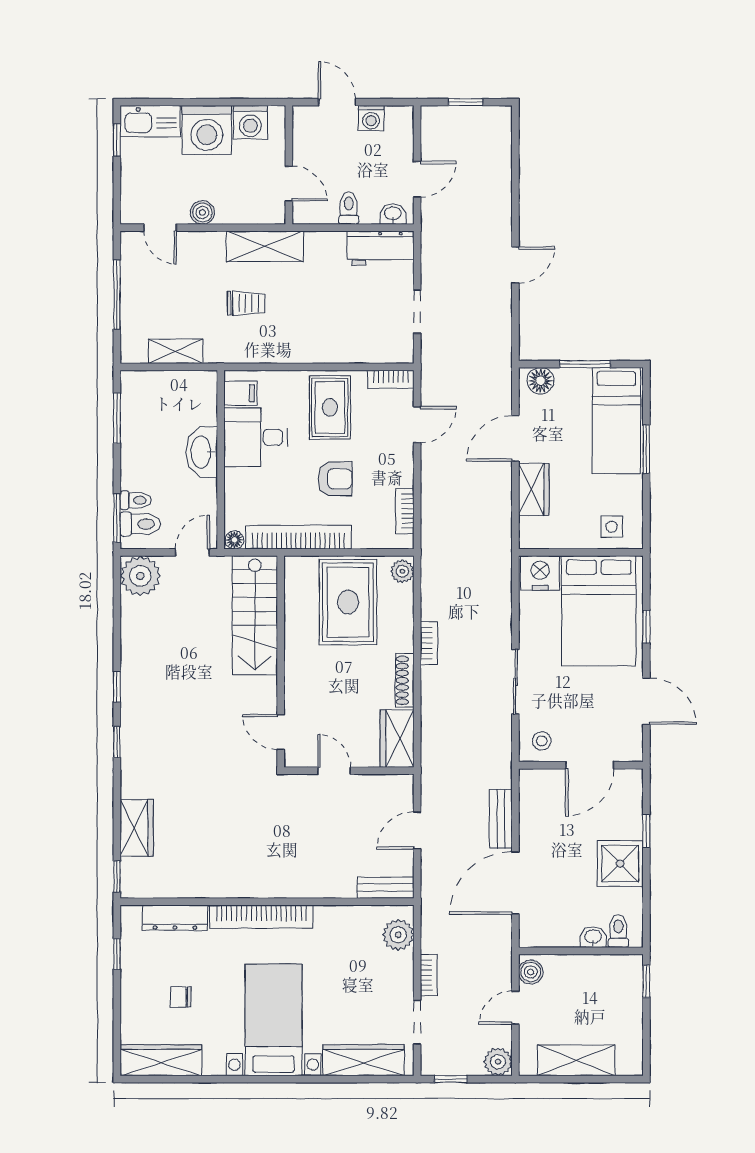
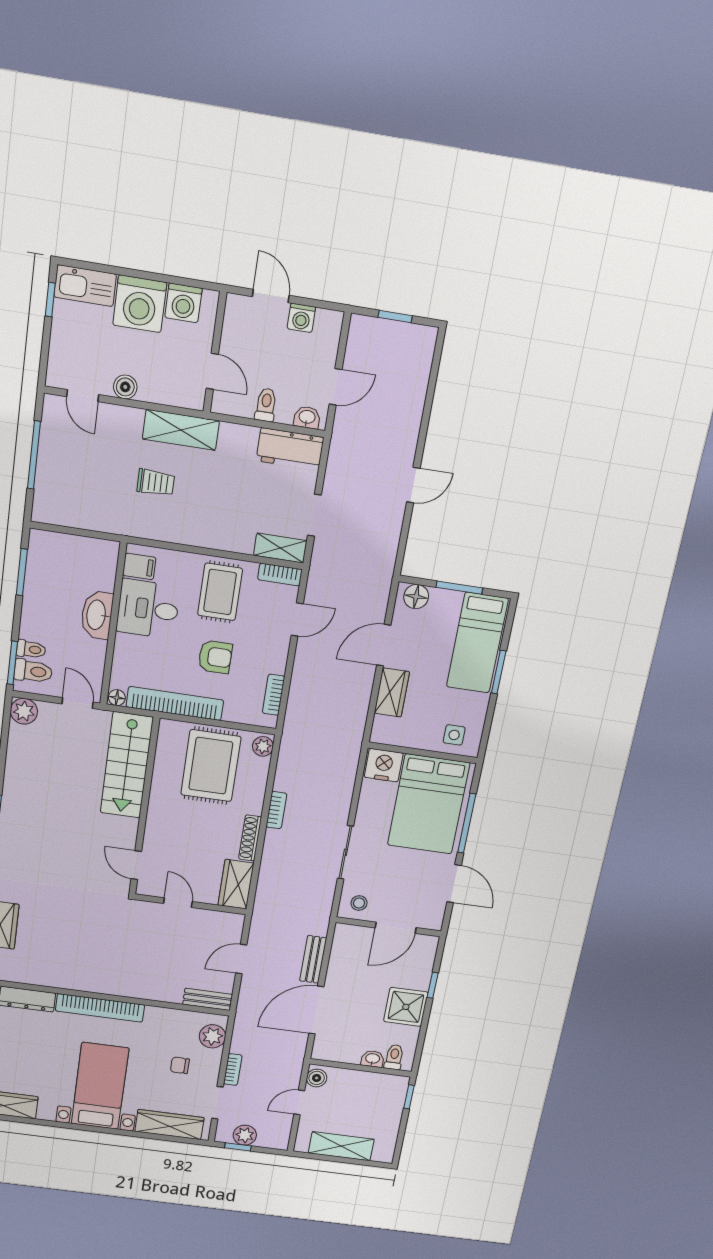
shelving: (176, 351) -> (280, 548), moved
door: (192, 552) -> (78, 703), hinge flipped
plant: (140, 576) -> (24, 711), width x0.73, depth x0.73
window: (646, 627) -> (467, 823), width x2.17
chair: (181, 997) -> (180, 1065), moved
plant: (498, 1062) -> (245, 1135), moved

